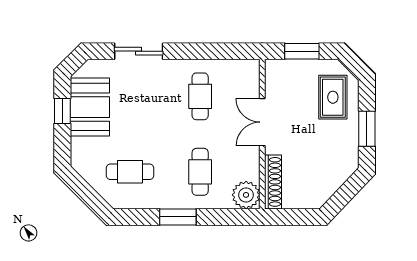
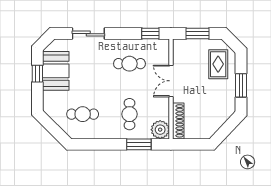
window: (231, 51) -> (150, 34), added
cafe table: (200, 96) -> (129, 64), turned 90
window: (178, 217) -> (139, 144), moved

